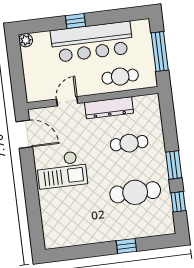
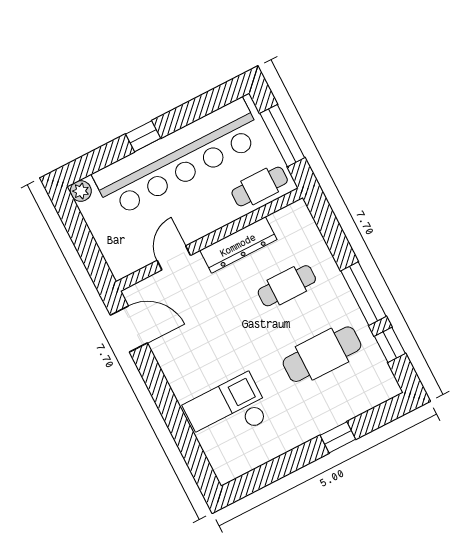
bar counter: (92, 42) -> (178, 158), width x1.36
cafe table: (120, 77) -> (260, 187), moved
window: (174, 165) -> (364, 294), width x1.44
checkout: (62, 170) -> (227, 411), moved, turned 180

